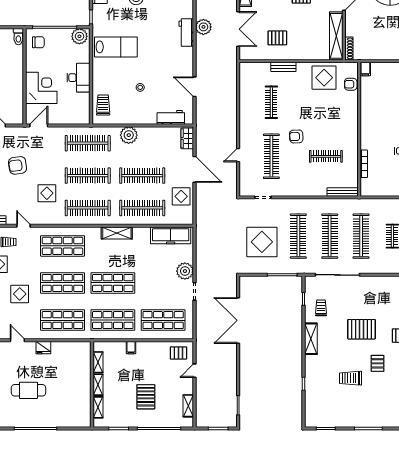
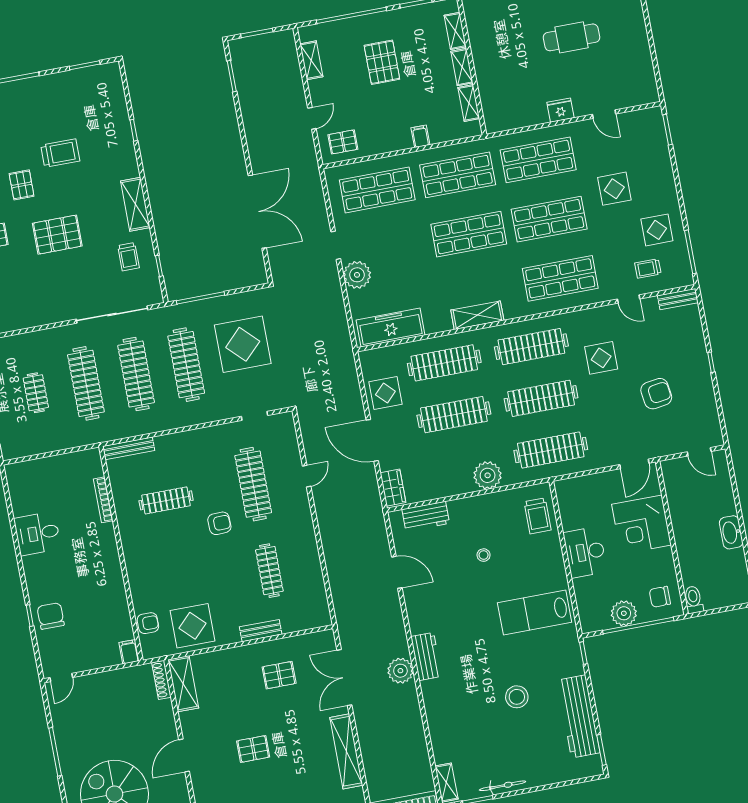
plant: (79, 36) -> (624, 613), moved
shelving: (336, 36) -> (183, 684), width x0.68

